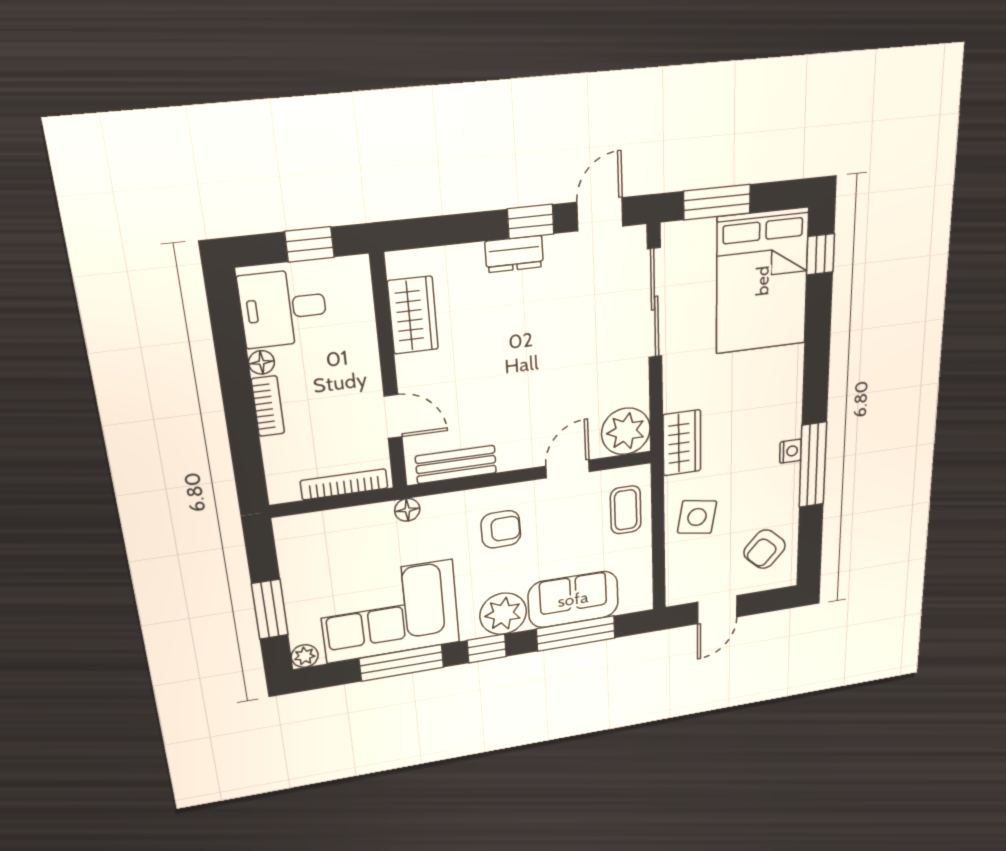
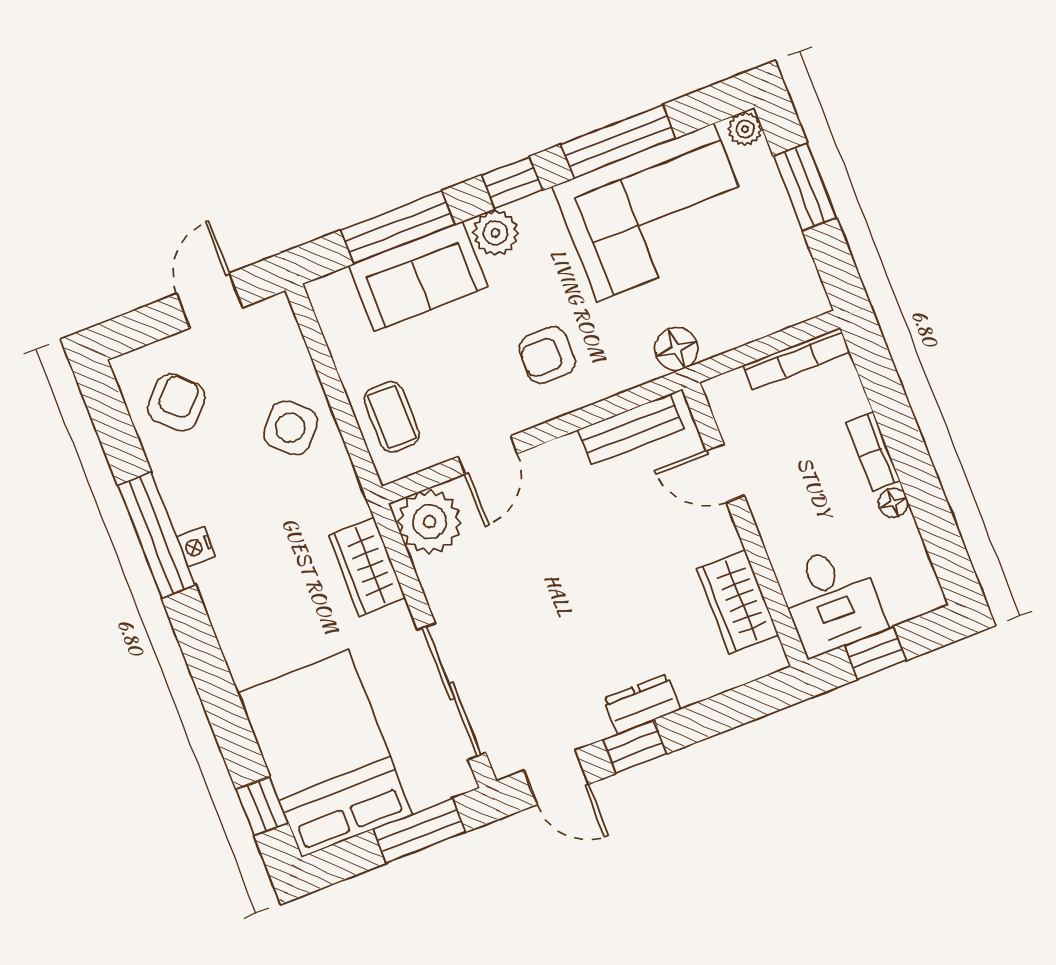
door: (600, 214) -> (556, 777), hinge flipped
desk: (283, 308) -> (831, 600), moved, turned 90
wardrobe: (682, 443) -> (366, 567), moved
bookcase: (344, 484) -> (797, 359), moved
floor lamp: (407, 510) -> (676, 349), width x1.37, depth x1.37
side table: (697, 517) -> (290, 428), turned 31
plant: (503, 614) -> (495, 233), width x0.73, depth x0.73

